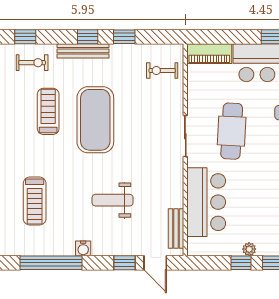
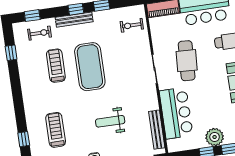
treadmill: (35, 201) -> (56, 130), turned 180
bench: (176, 228) -> (157, 130), width x1.36
plant: (249, 249) -> (215, 137), width x1.87, depth x1.87

